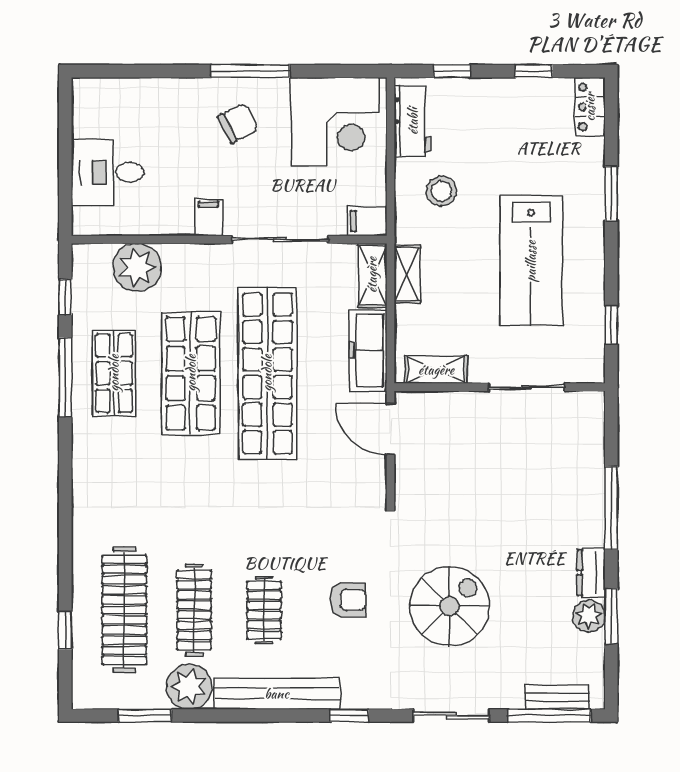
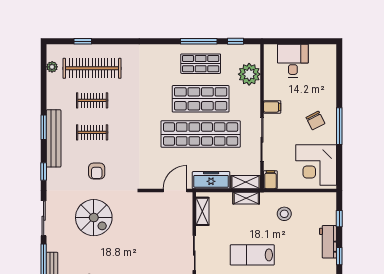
workbench: (413, 121) -> (328, 242), moved, turned 90
lab bench: (531, 261) -> (252, 255), width x0.73, depth x0.72
clothes rail: (194, 610) -> (92, 100), width x0.73
plant: (189, 687) -> (52, 67), moved, width x0.53, depth x0.53
window: (145, 715) -> (44, 127), moved

